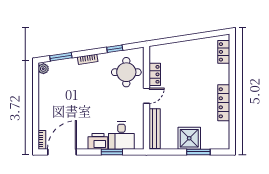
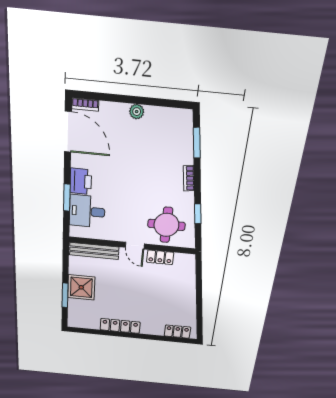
plant: (43, 69) -> (137, 112), moved

